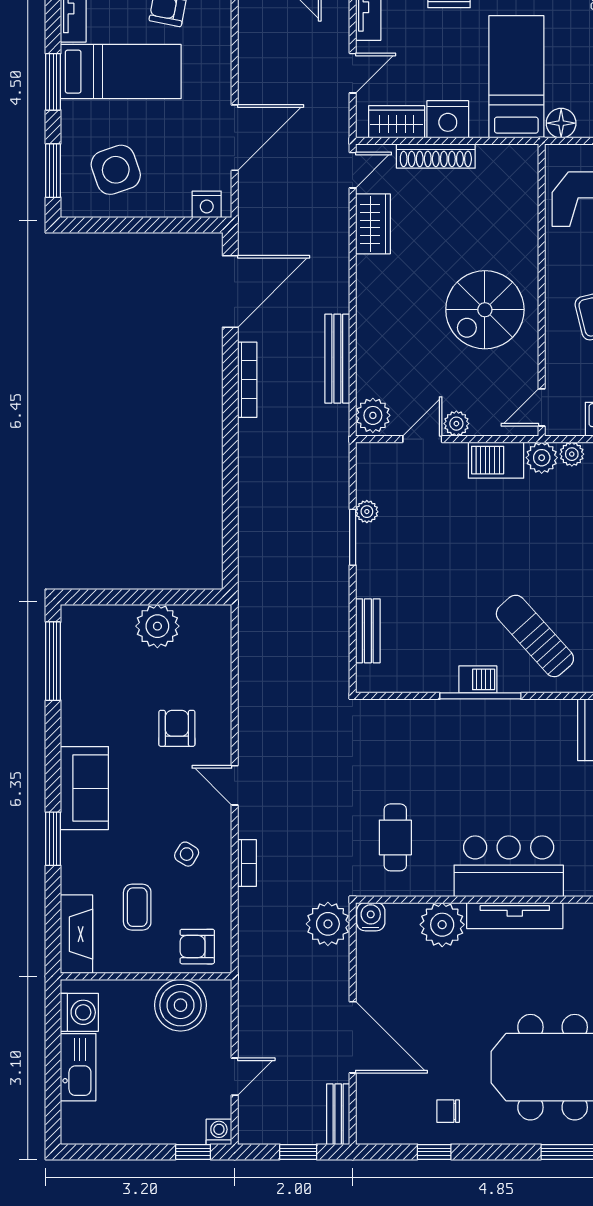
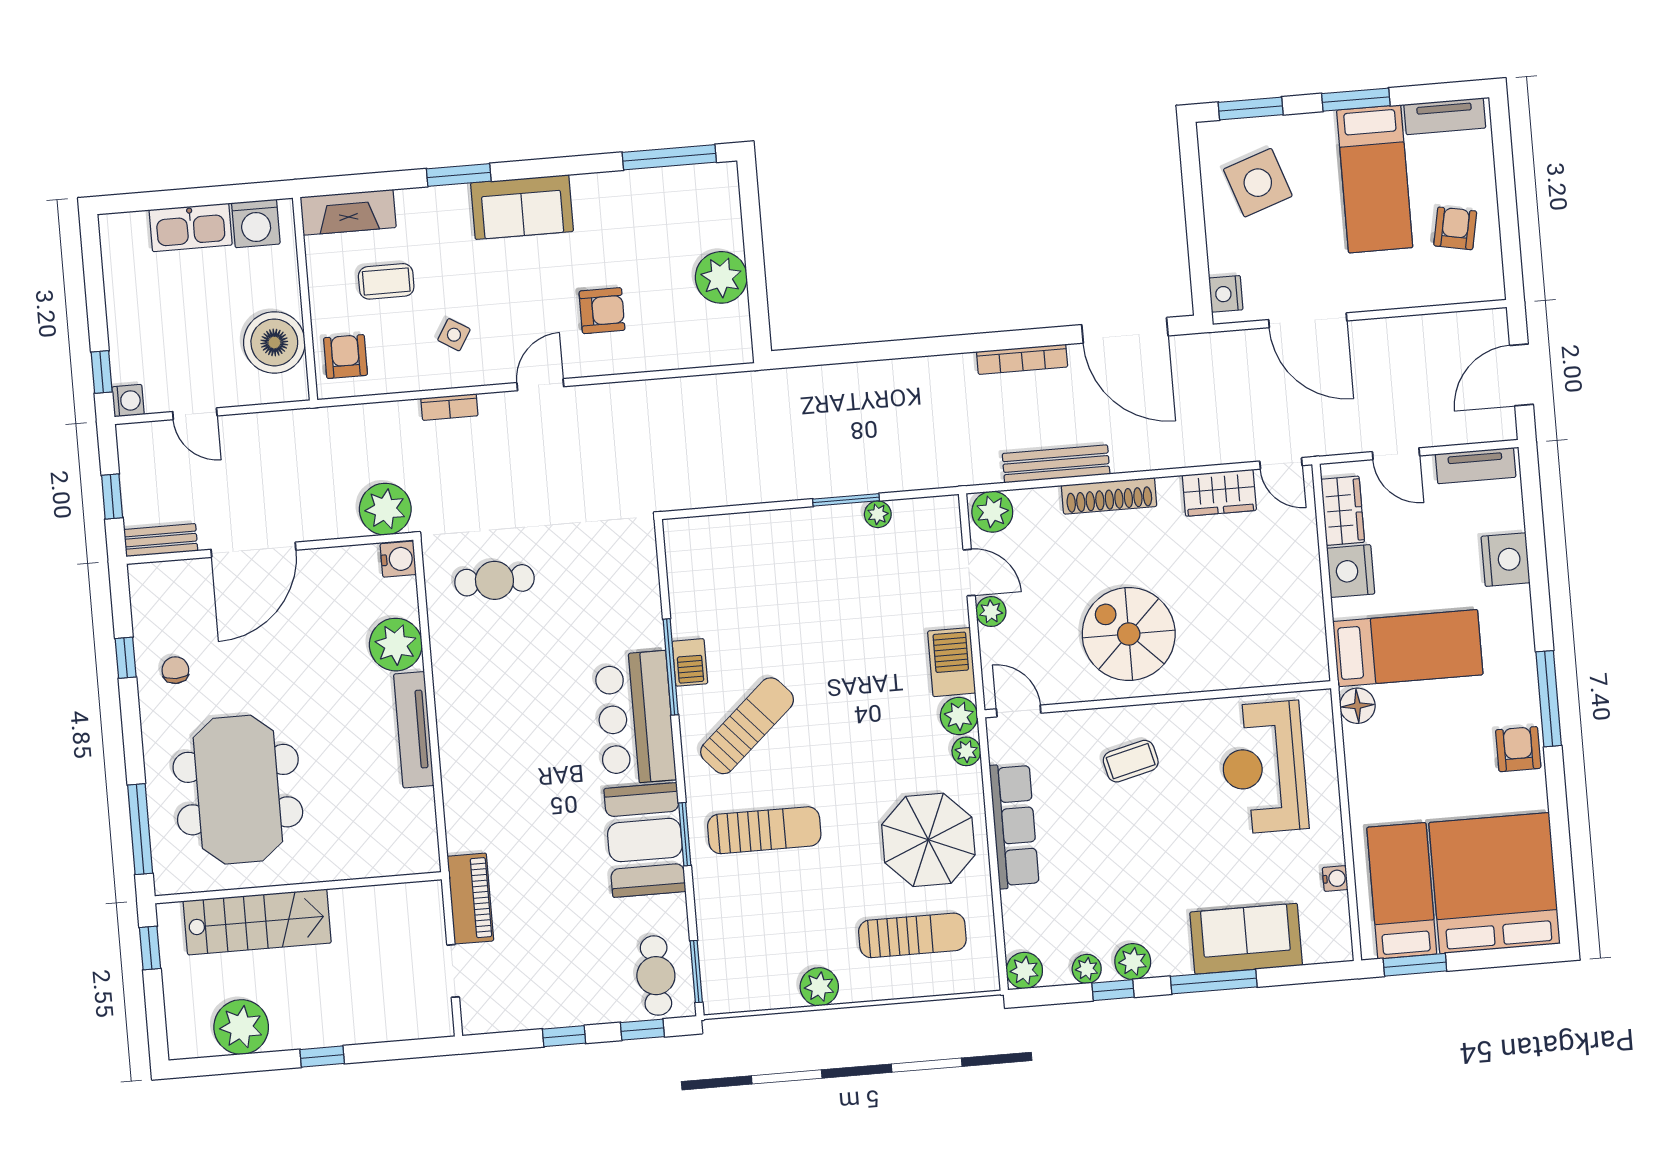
shoe rack: (436, 156) -> (1109, 496), moved, turned -90
bench: (368, 631) -> (737, 527), removed
bar counter: (509, 866) -> (635, 718), moved, turned 180

